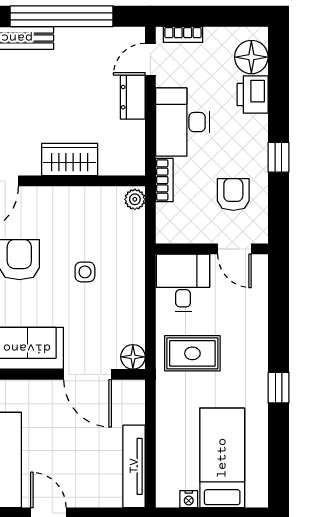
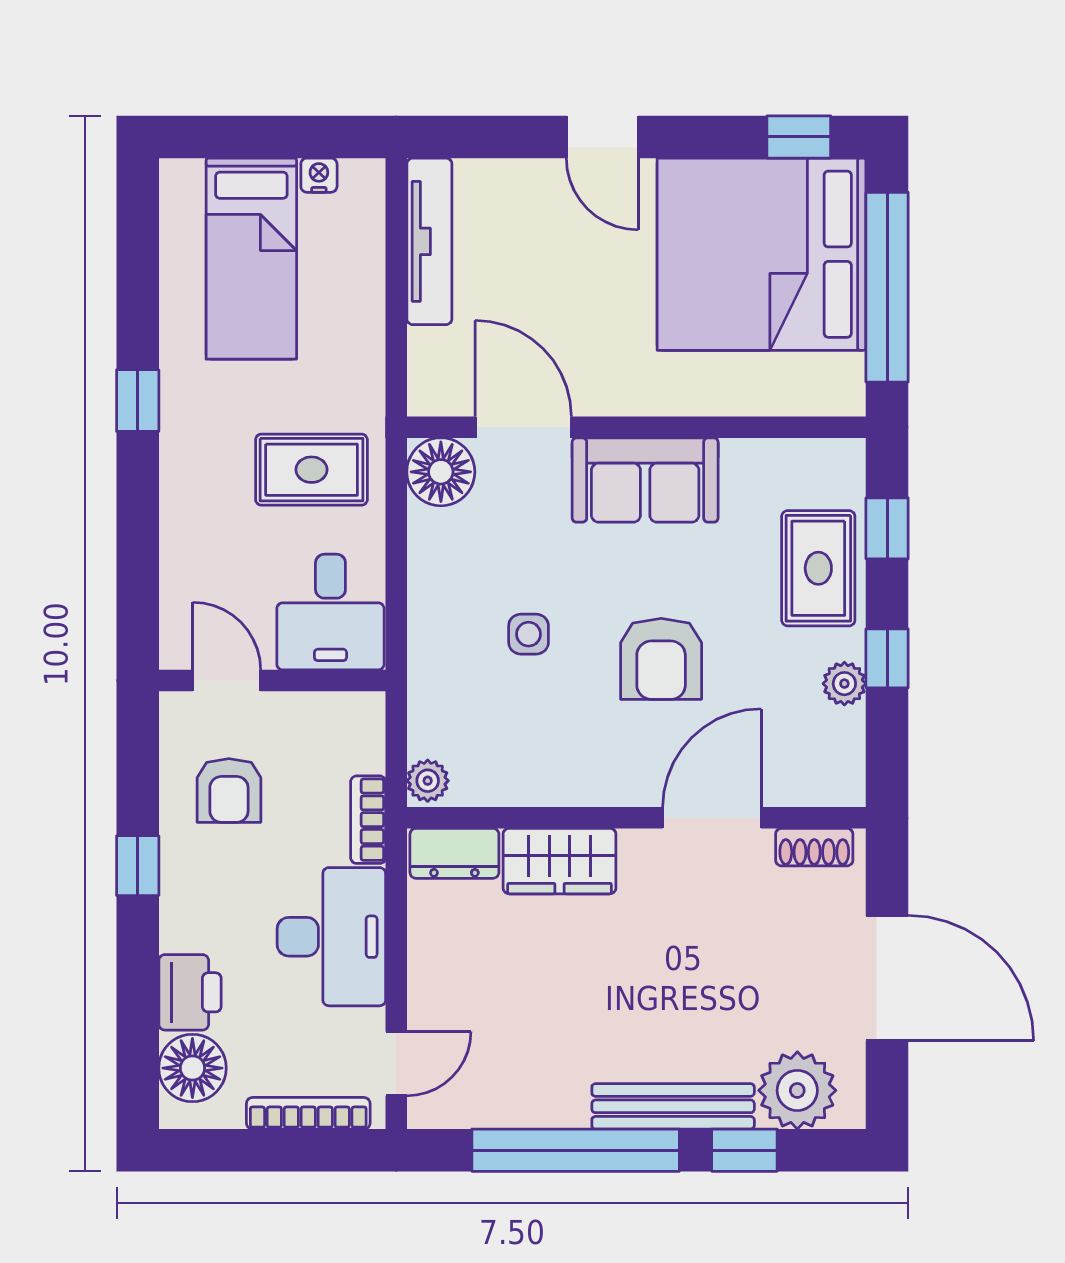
bookcase: (183, 35) -> (308, 1113), width x1.56
dresser: (133, 97) -> (454, 853), moved, turned 90
floor lamp: (133, 357) -> (441, 472), width x1.38, depth x1.38

